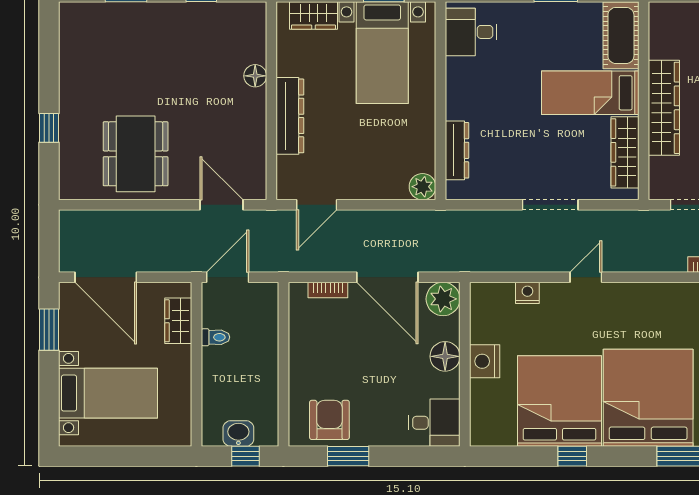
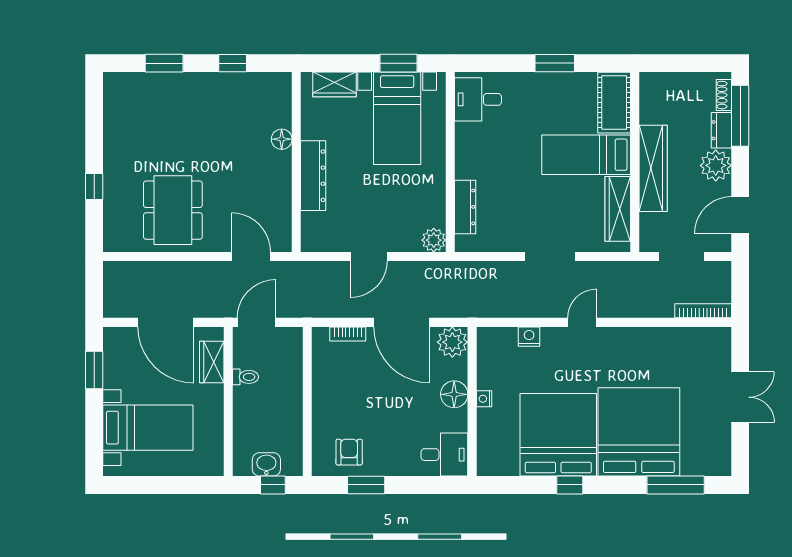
door: (317, 205) -> (369, 256), moved
door: (106, 277) -> (166, 322), moved
nightstand: (485, 361) -> (484, 399), width x0.53, depth x0.56
armchair: (329, 420) -> (349, 452), width x0.72, depth x0.72

